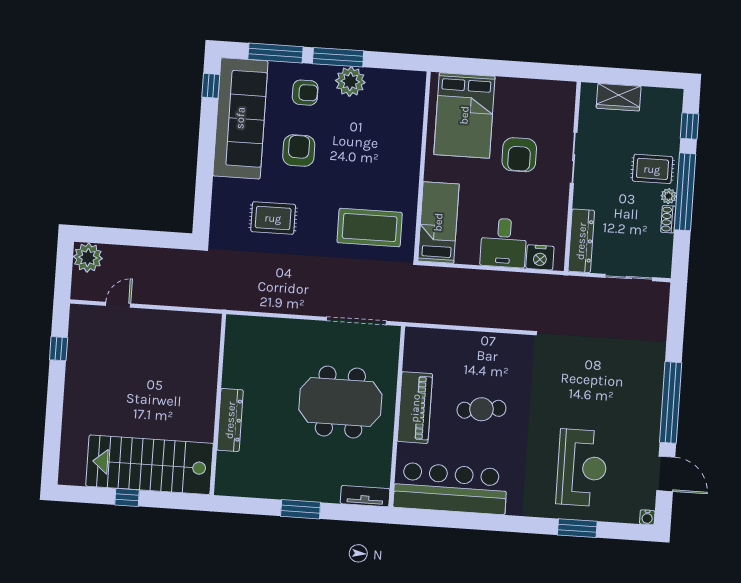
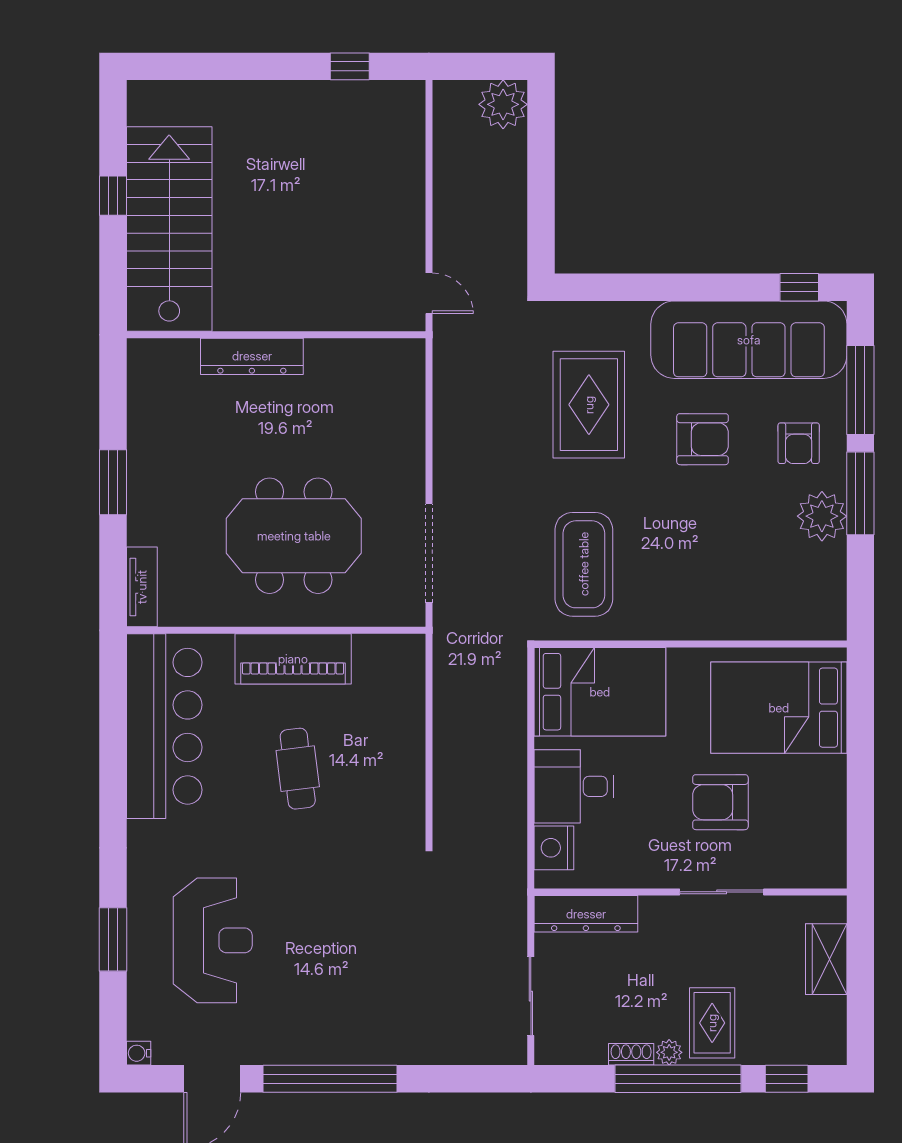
rug: (273, 218) -> (589, 405), width x1.36, depth x1.43
bed: (438, 222) -> (600, 692), width x1.50
door: (118, 305) -> (429, 293), moved
meeting table: (340, 402) -> (294, 536), turned 90
reception desk: (582, 468) -> (213, 940), turned -90

